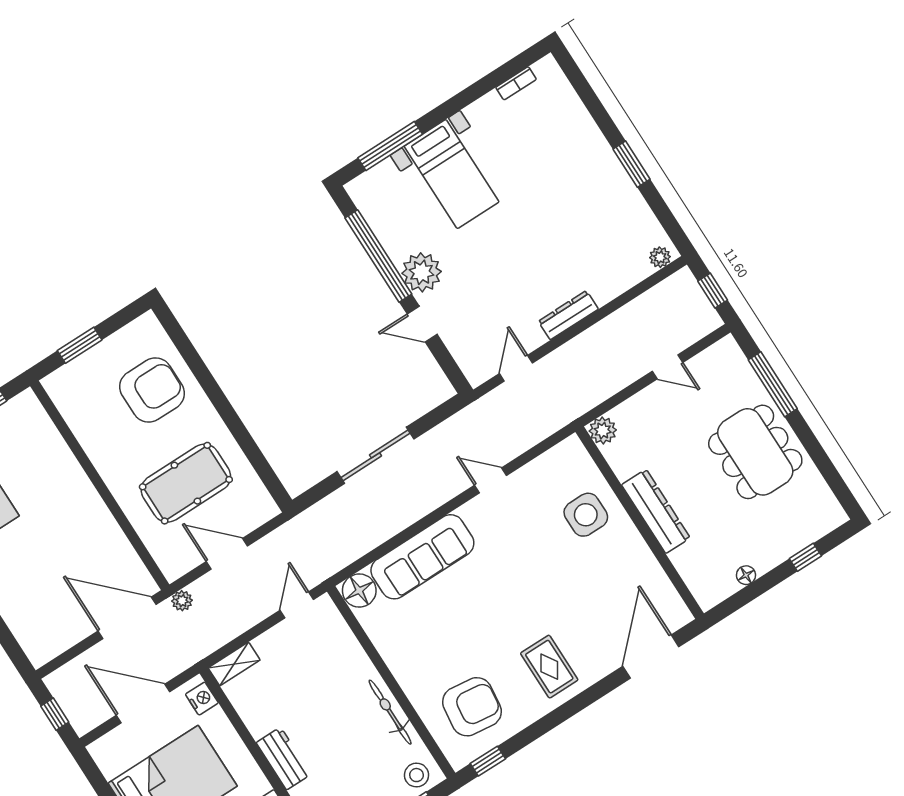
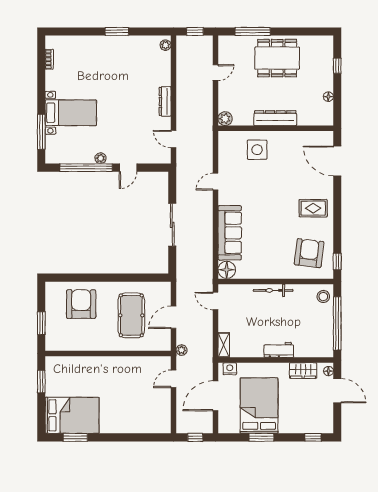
plant: (422, 272) -> (100, 158), width x0.53, depth x0.53
door: (127, 618) -> (174, 379), width x0.53
bicycle: (390, 712) -> (273, 290), moved

